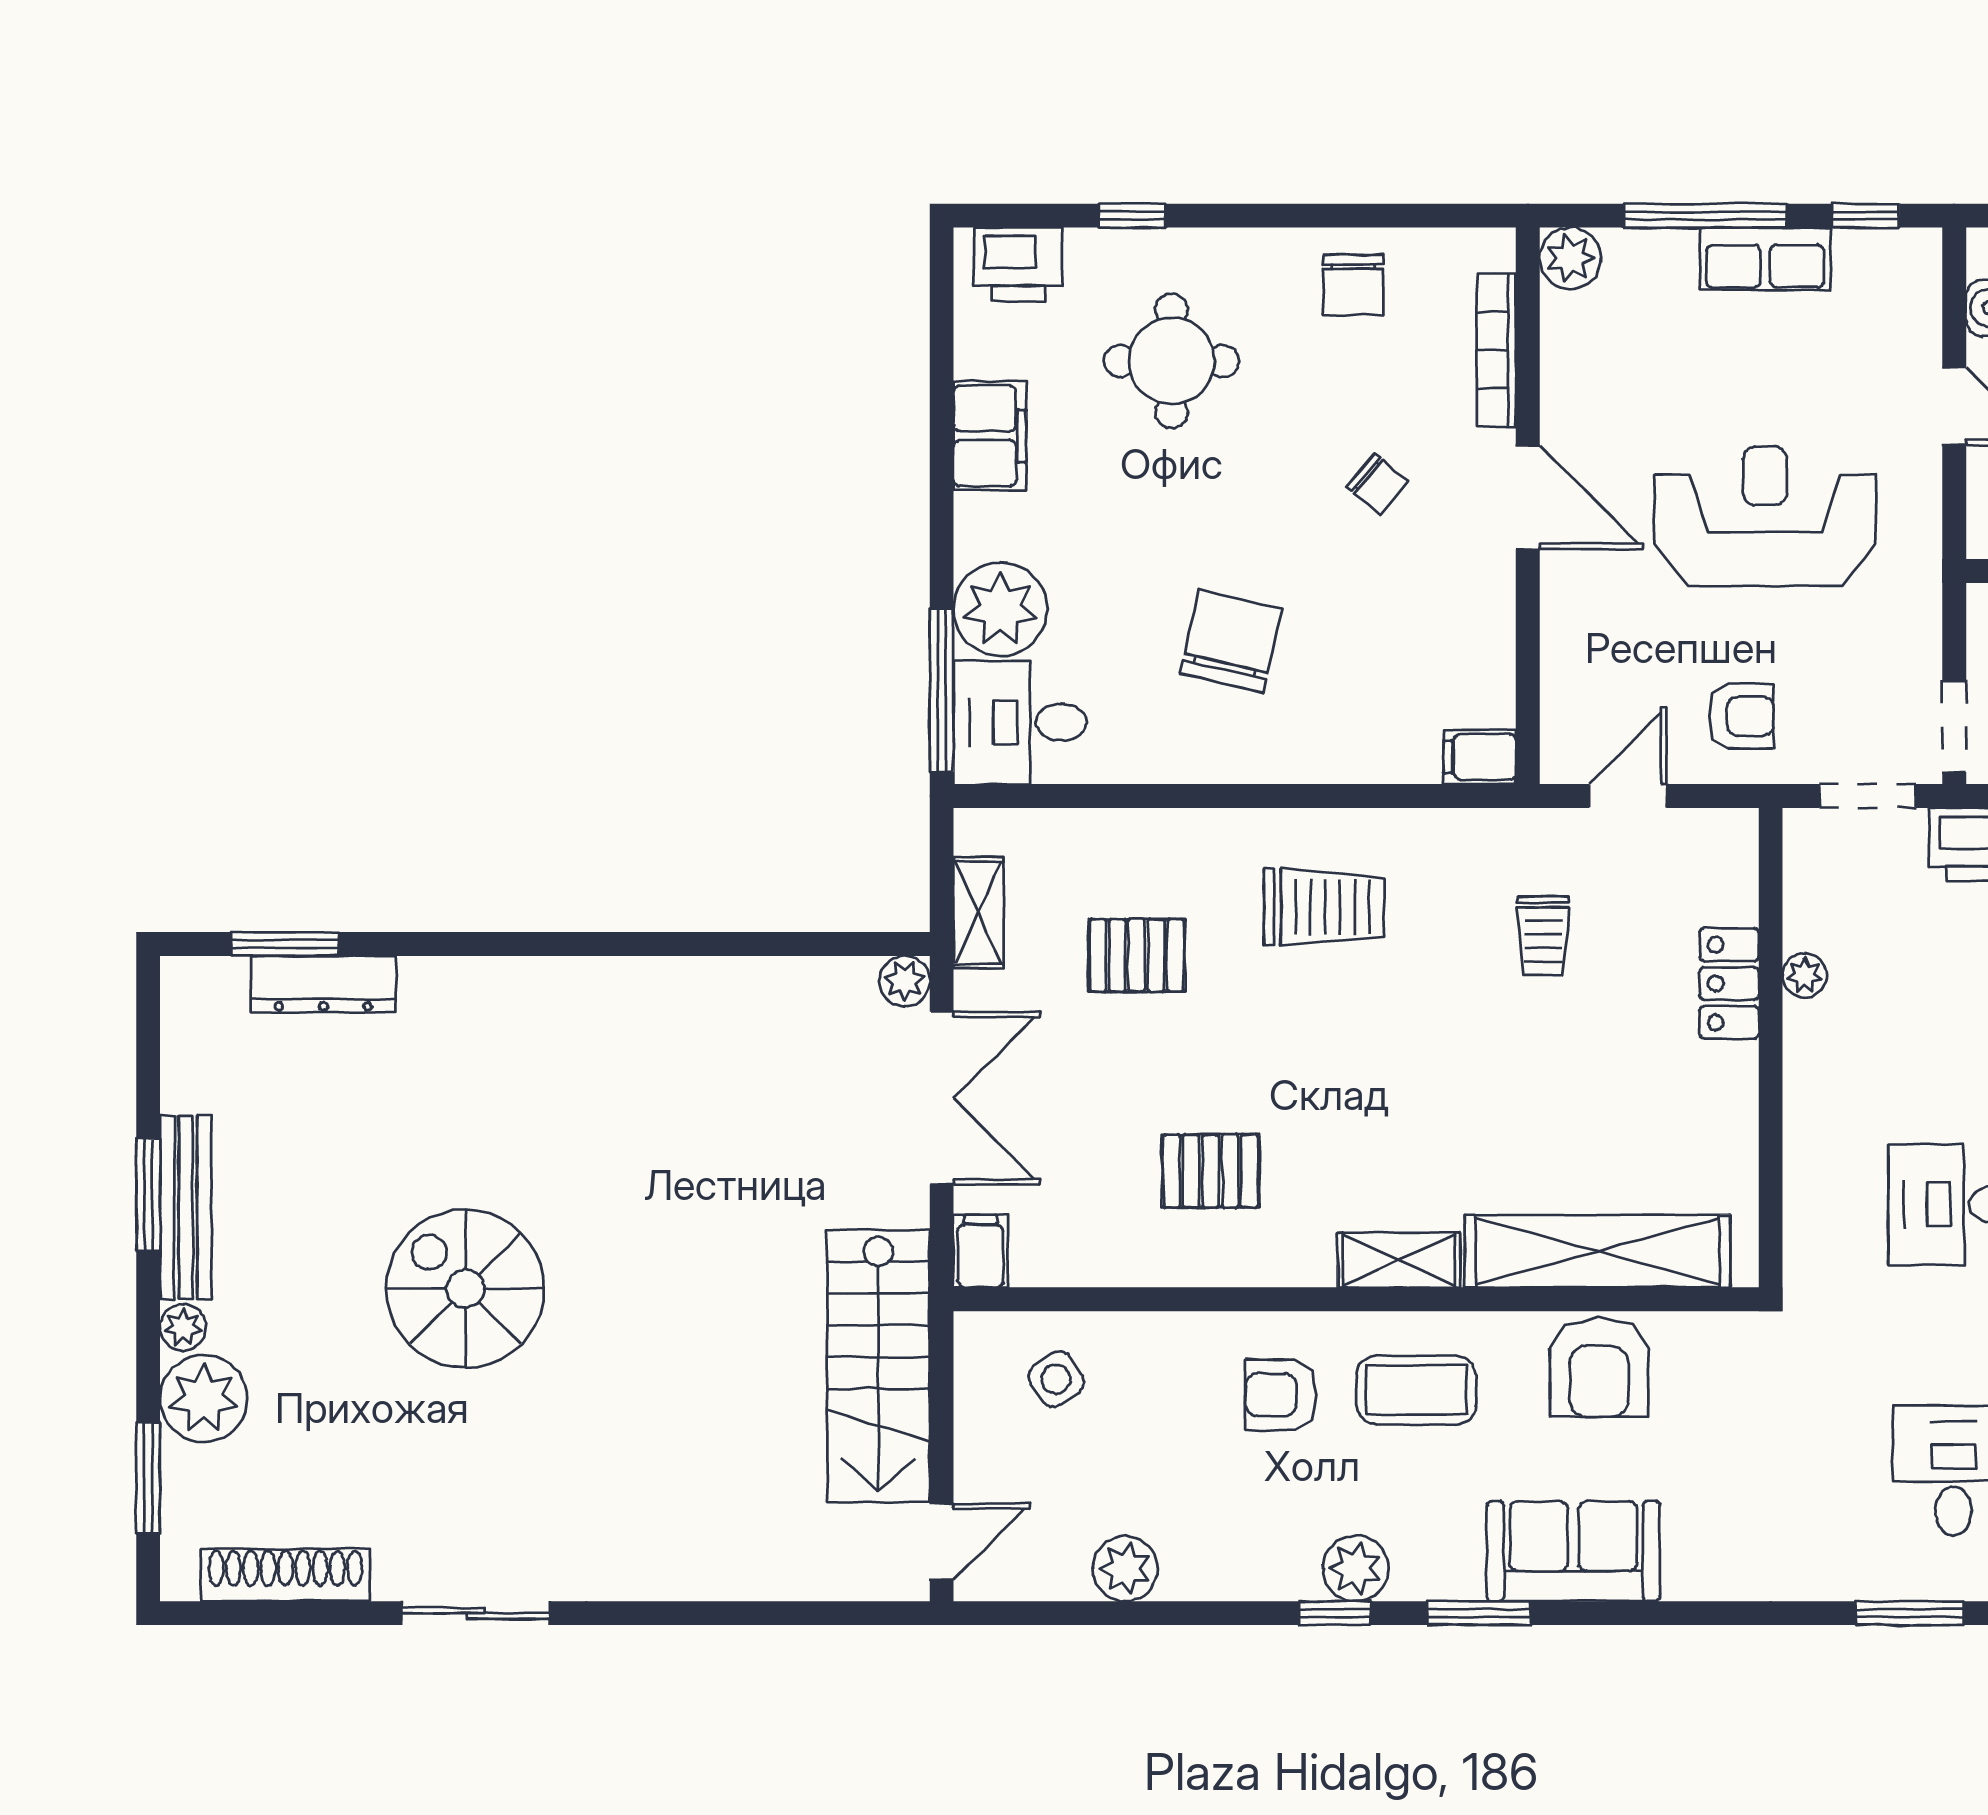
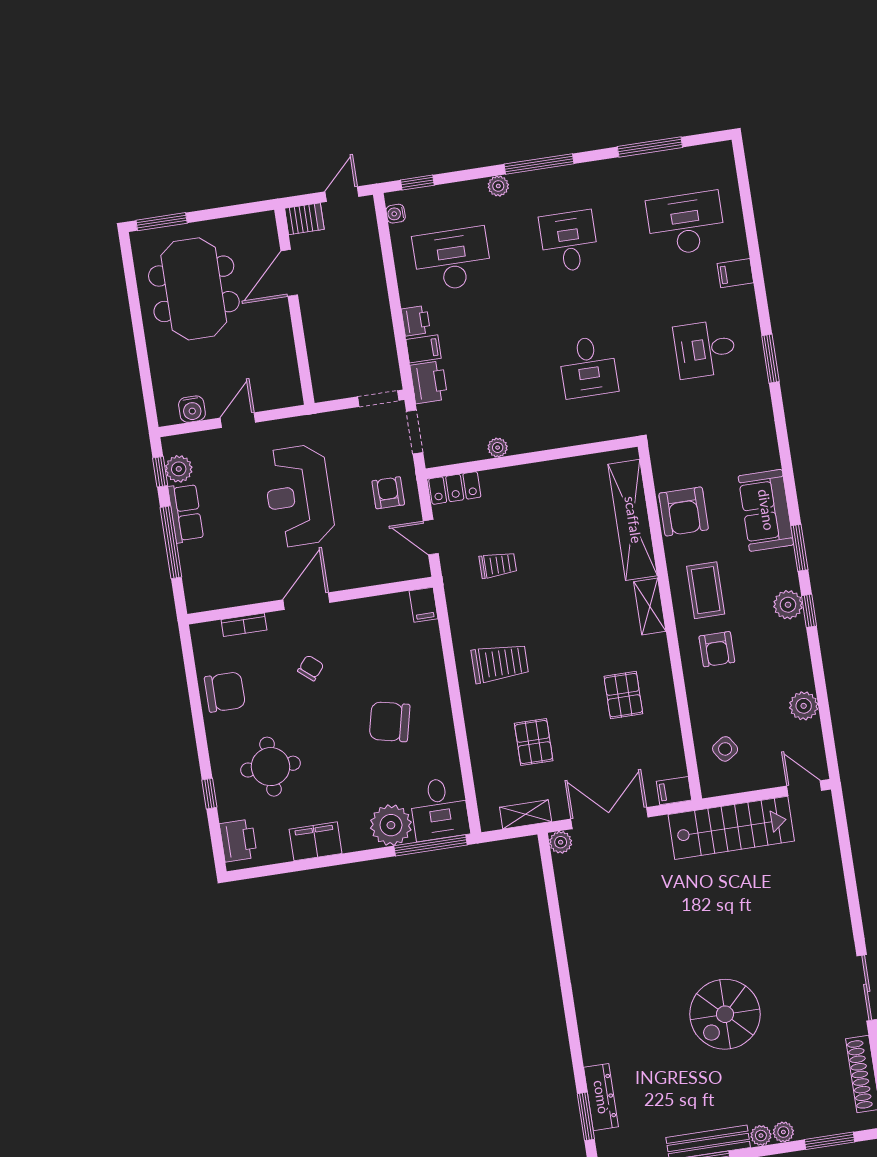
plant: (1570, 258) -> (179, 469), moved
chair: (1353, 285) -> (225, 692), width x1.37, depth x1.37
bookcase: (1496, 350) -> (244, 625), width x0.64
trolley: (1324, 907) -> (500, 663), turned 90
locker: (1729, 984) -> (455, 488), moved
armchair: (1599, 1368) -> (684, 511), turned 90
plant: (204, 1399) -> (783, 1132), width x0.53, depth x0.53

